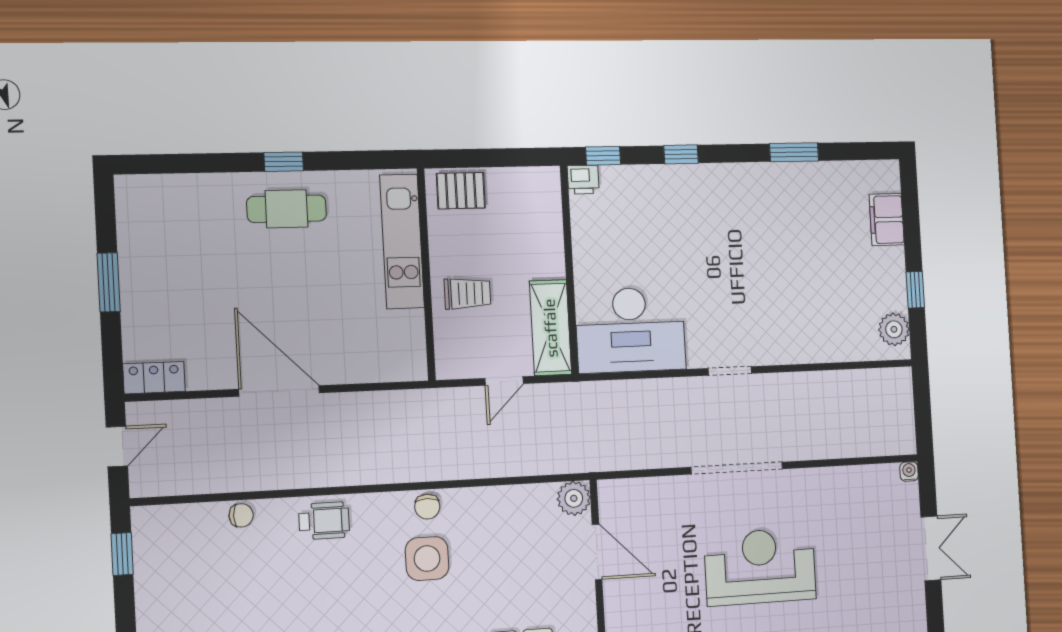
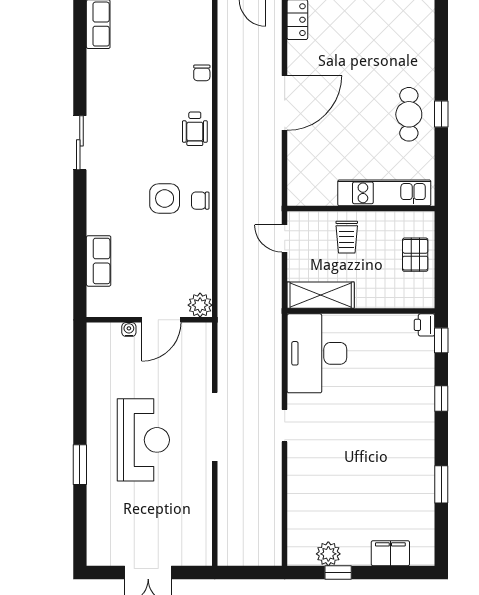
pallet: (461, 191) -> (415, 255), moved
plant: (894, 329) -> (328, 554), moved
door: (504, 381) -> (285, 239), moved
water cooler: (909, 472) -> (129, 329), moved, turned -90

